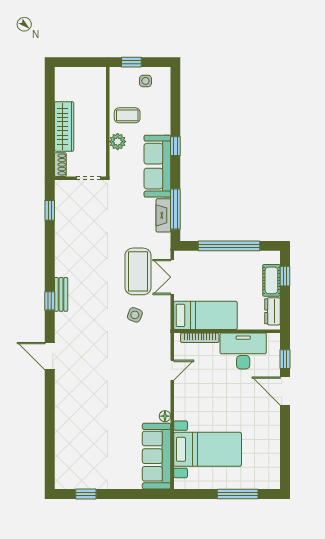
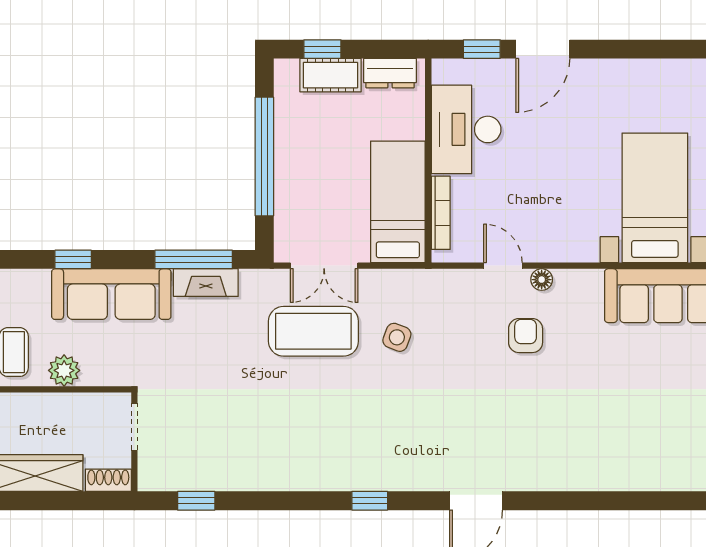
bench: (61, 294) -> (358, 479), removed
armchair: (136, 382) -> (526, 336), added
floor lamp: (165, 416) -> (542, 280), moved

